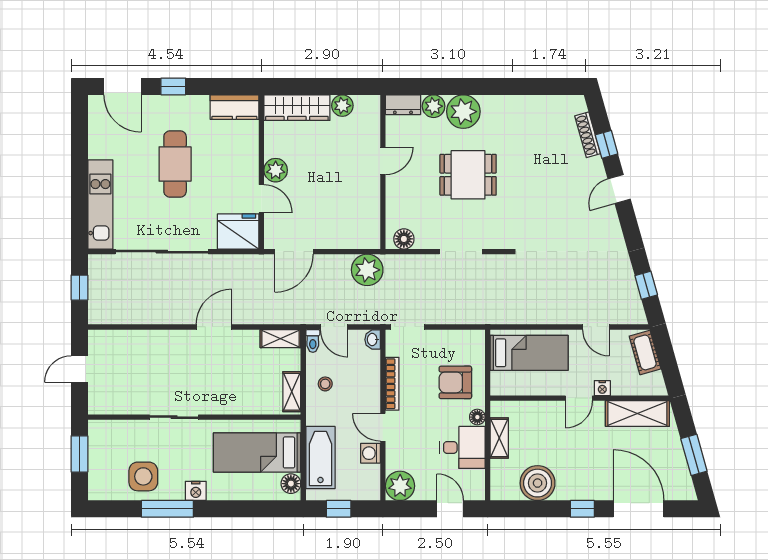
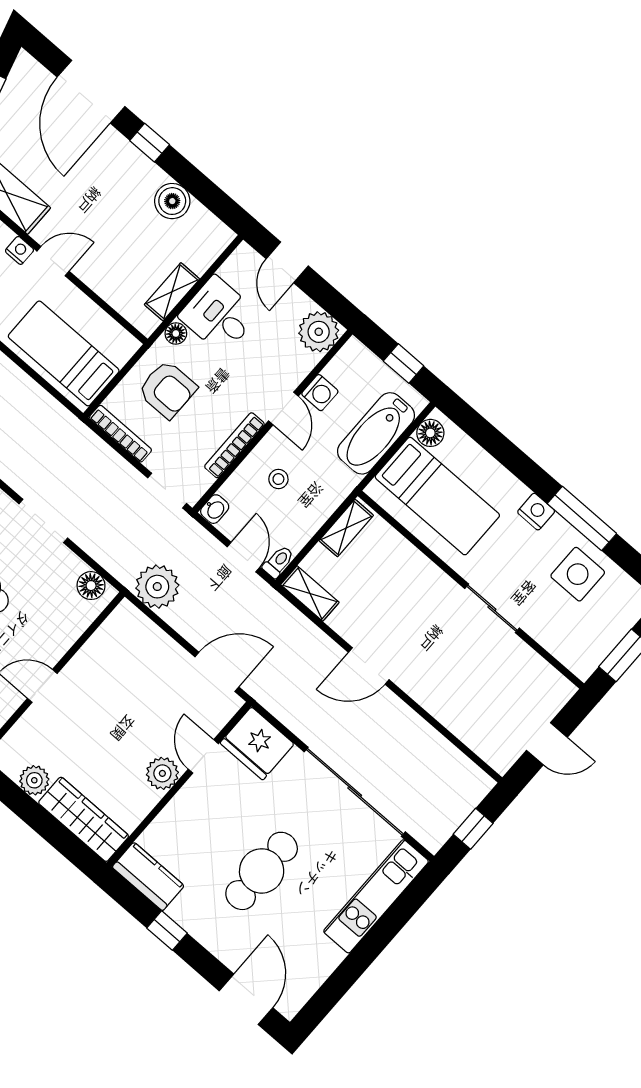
window: (173, 86) -> (167, 931), moved
bookcase: (460, 336) -> (120, 434), added
stool: (325, 384) -> (278, 479), moved
boiler: (538, 483) -> (172, 201), width x0.73, depth x0.73

